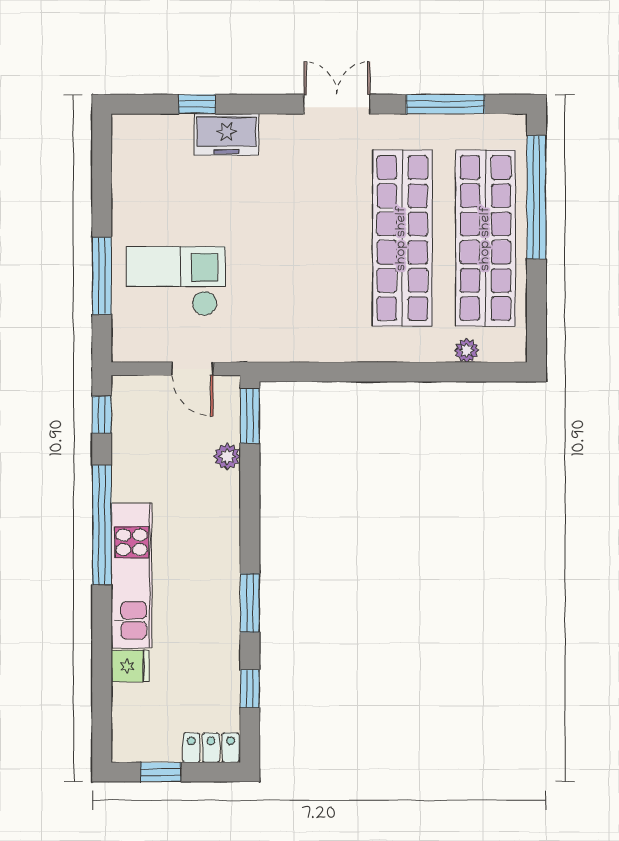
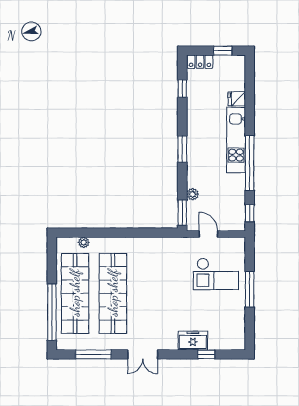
window: (102, 276) -> (250, 289), moved
window: (250, 603) -> (182, 149), moved

